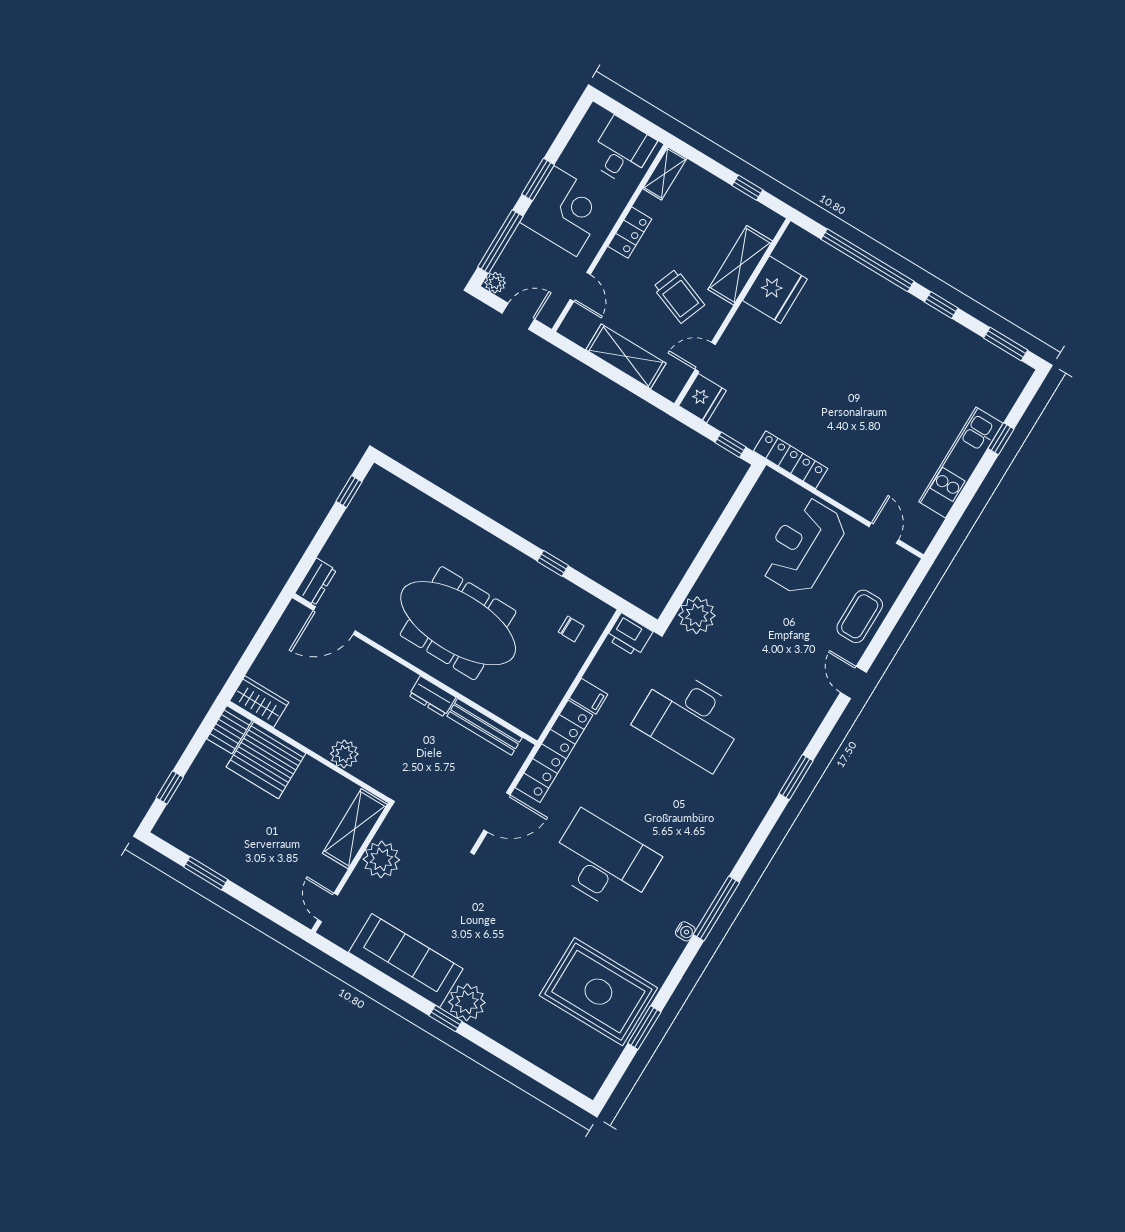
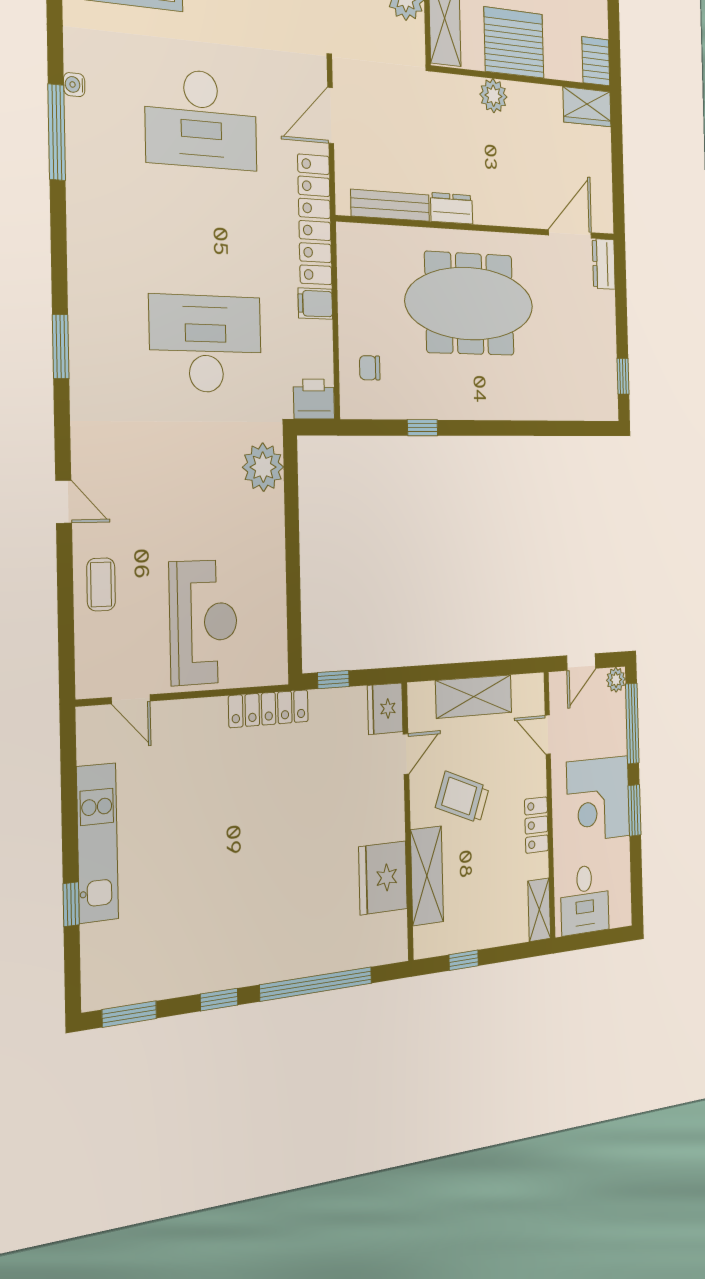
coffee table: (860, 616) -> (101, 584), width x0.73, depth x0.77
server rack: (266, 760) -> (514, 43), moved

